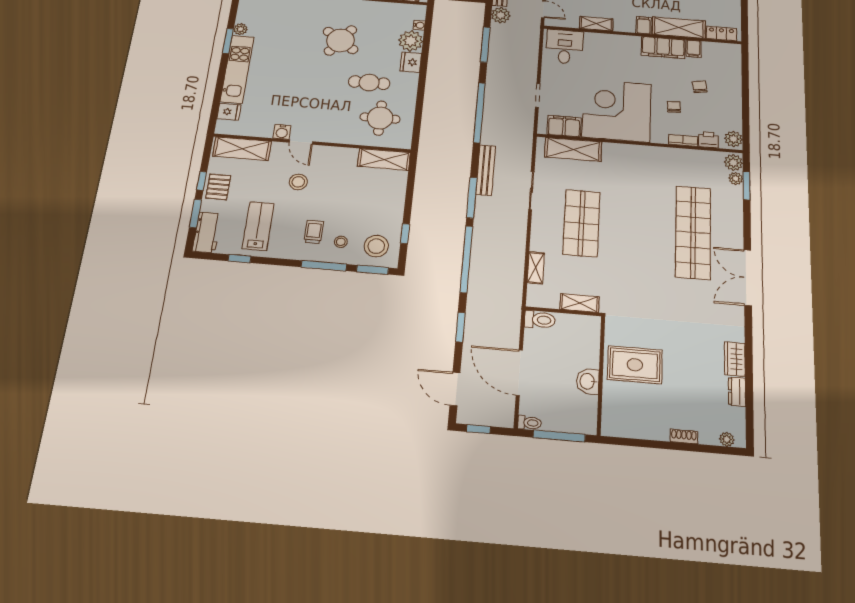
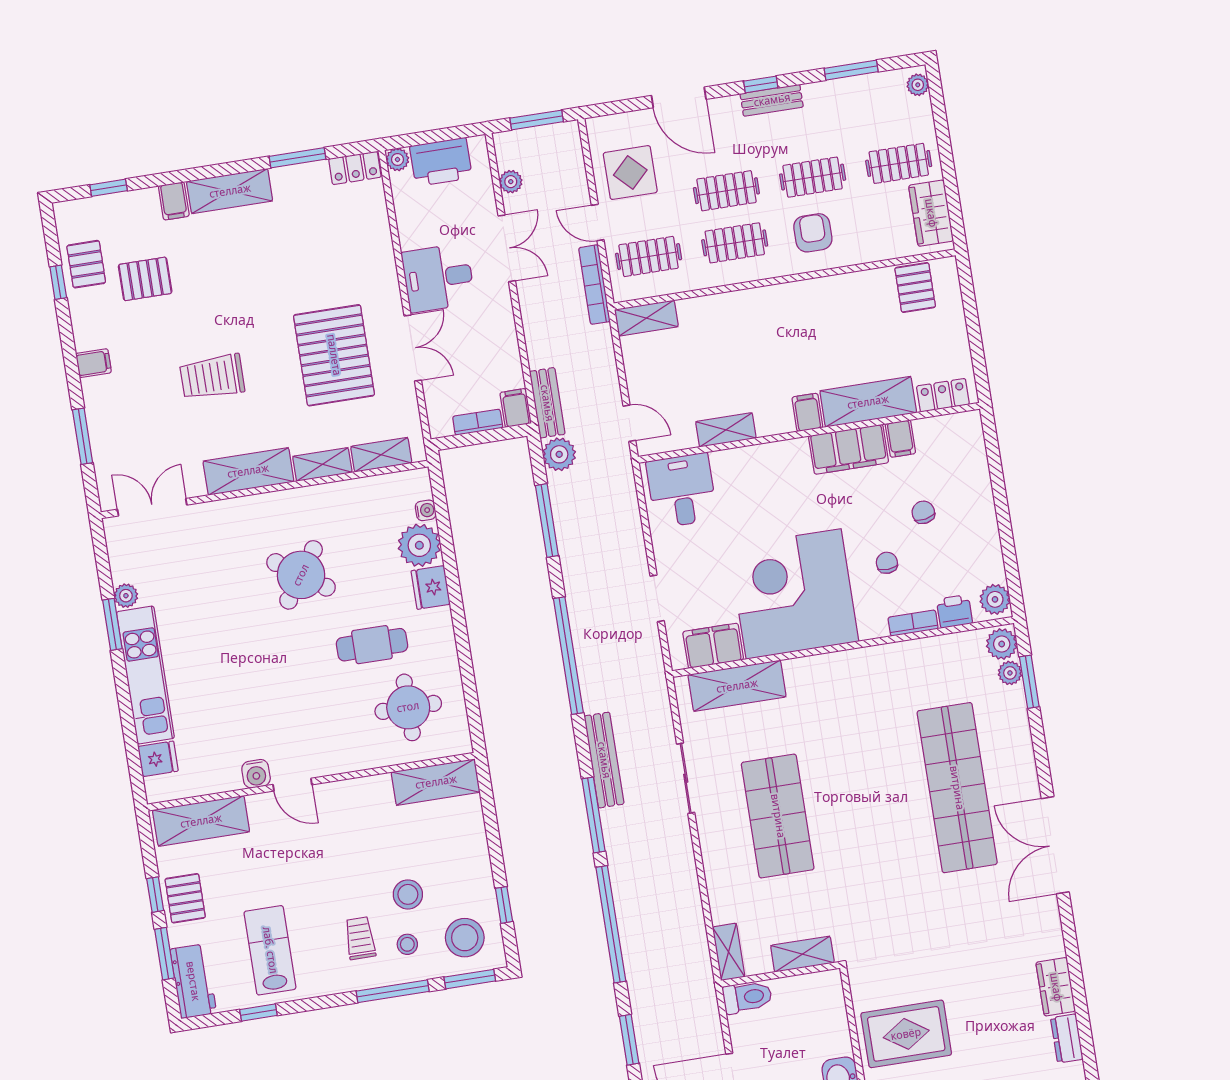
stool: (298, 182) -> (408, 894), moved
shelving: (536, 268) -> (729, 952), moved

